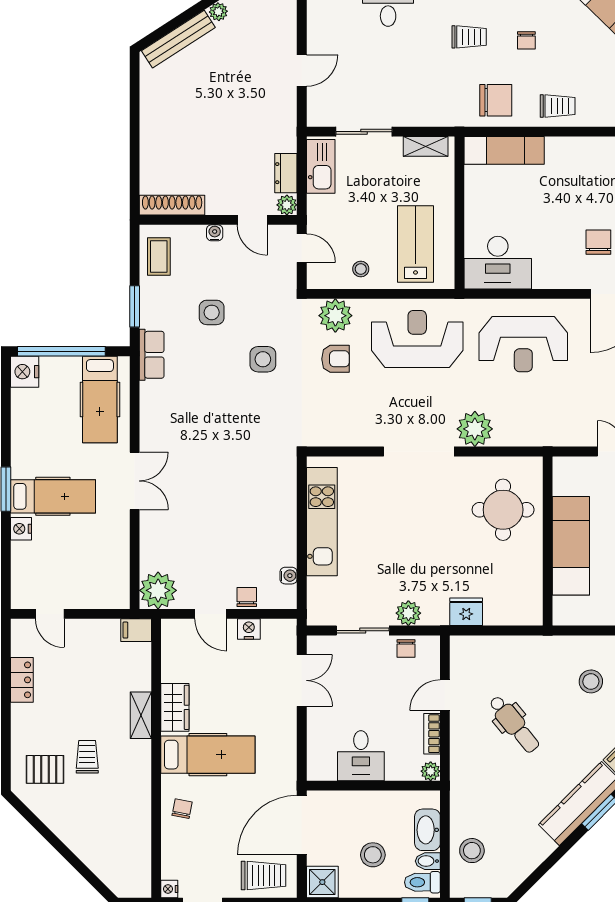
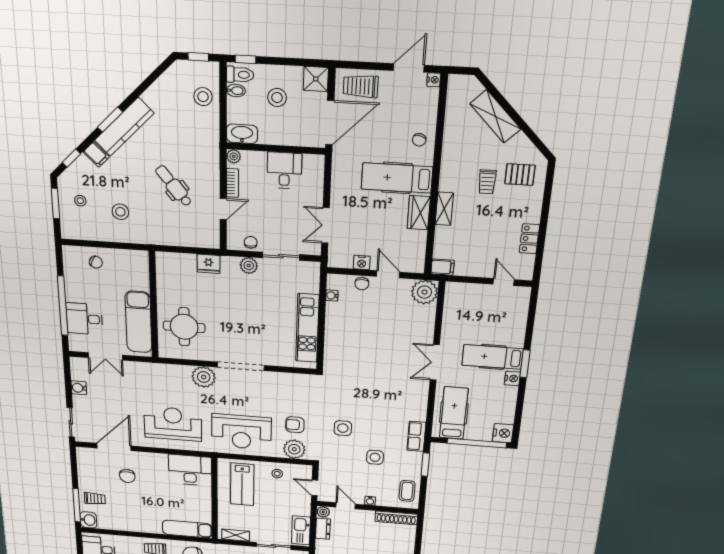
nightstand: (21, 529) -> (512, 378), moved
exam couch: (571, 546) -> (139, 322), moved
washbasin: (427, 830) -> (242, 134), moved, turned -90
shelving: (86, 846) -> (495, 116), added

